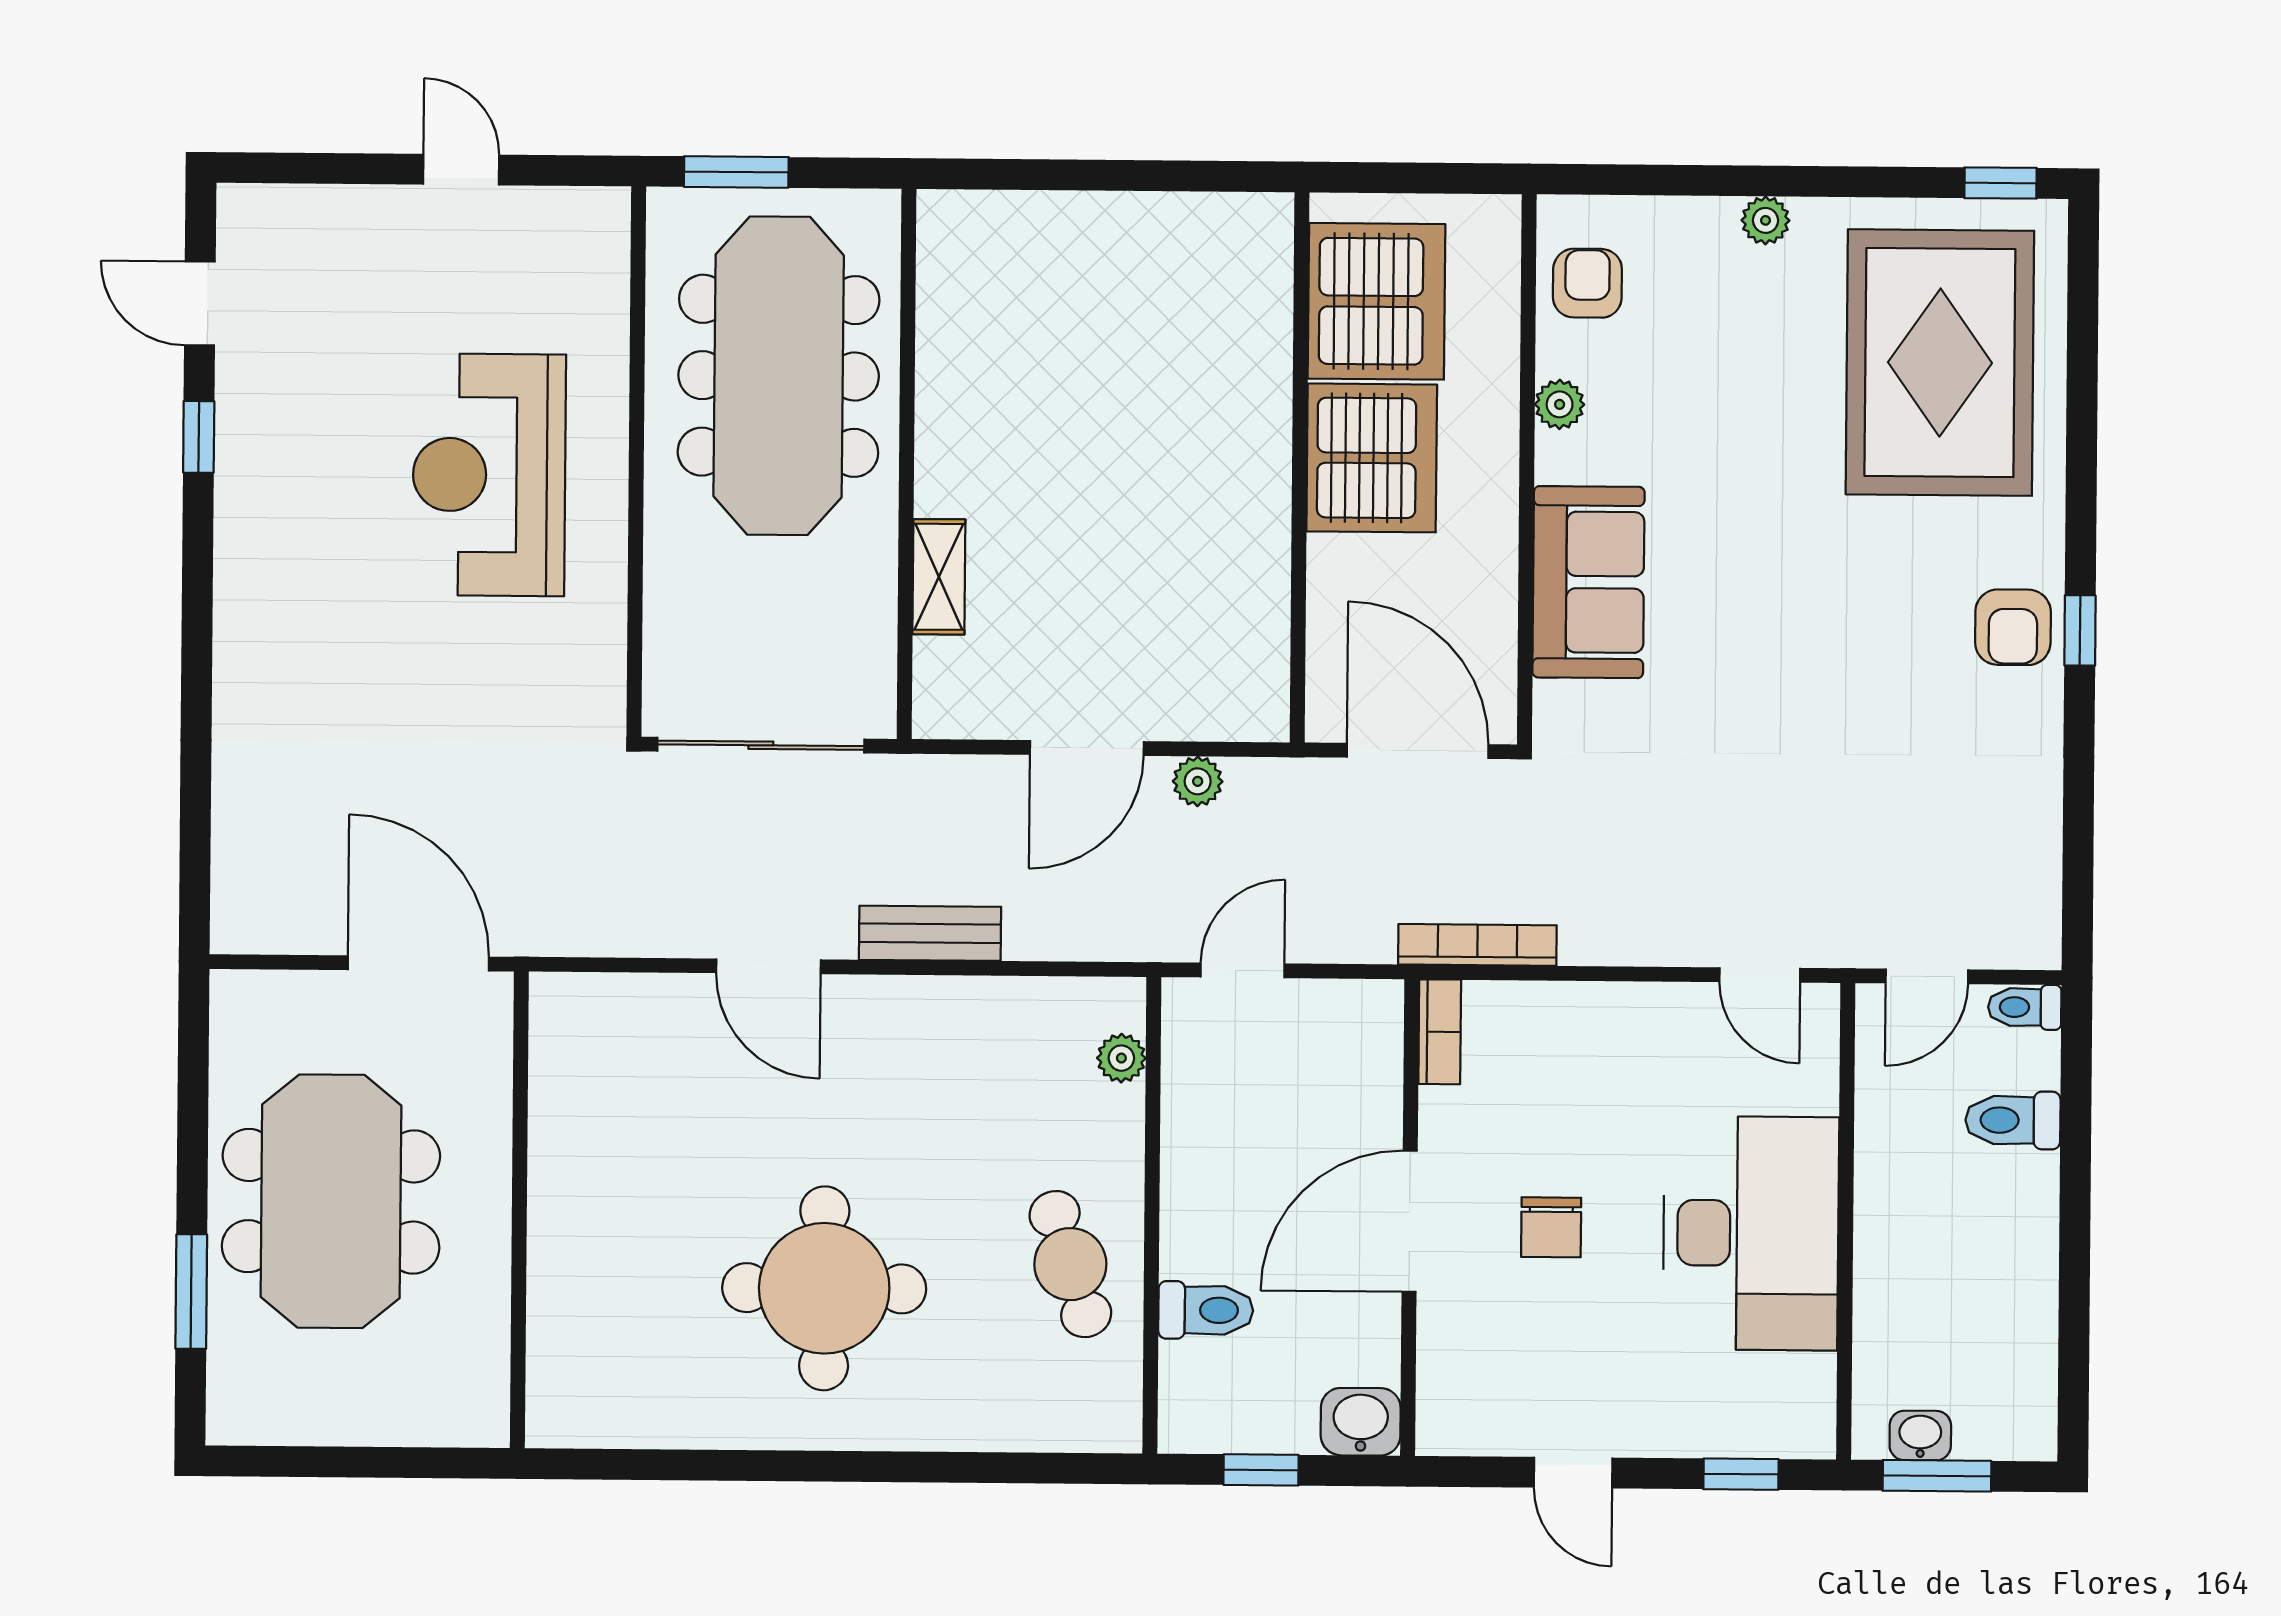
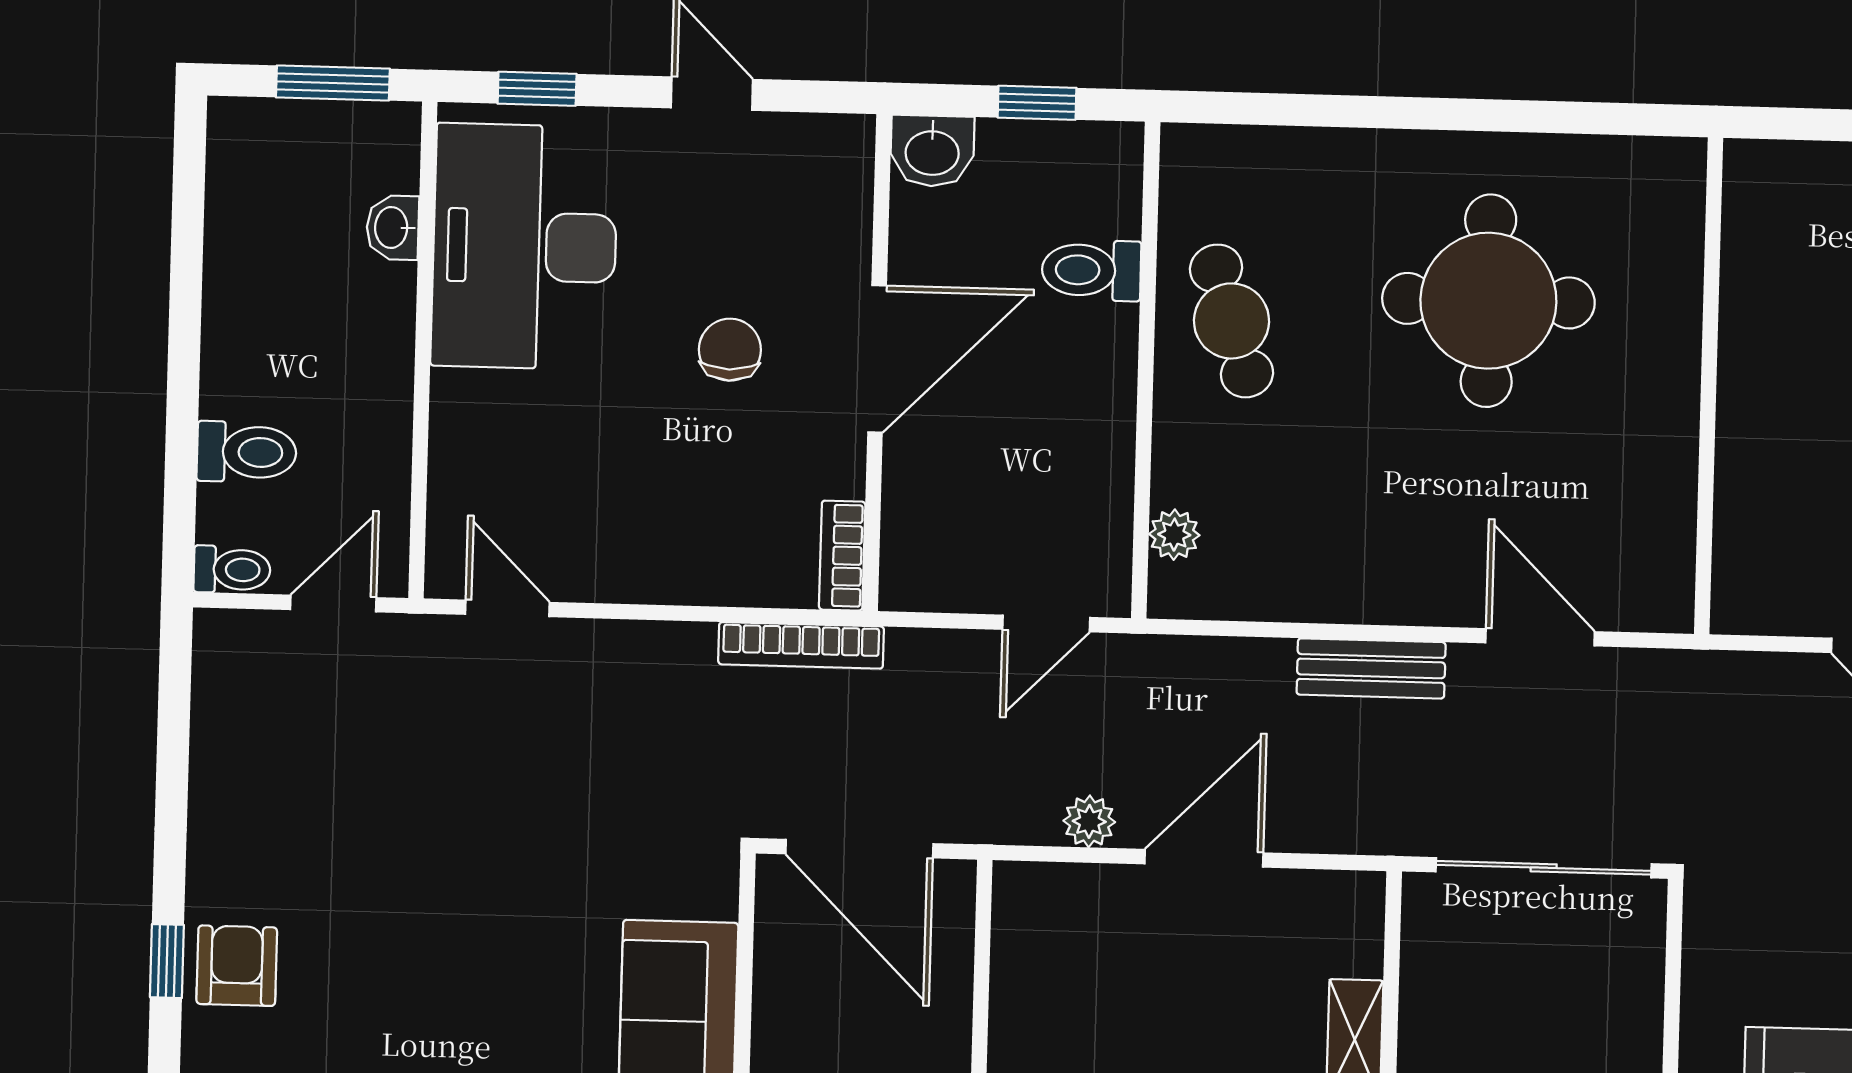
wall: (519, 1210) -> (1709, 386), moved
desk: (1751, 1233) -> (524, 246), moved
washbasin: (1920, 1436) -> (393, 228), moved, turned 90

